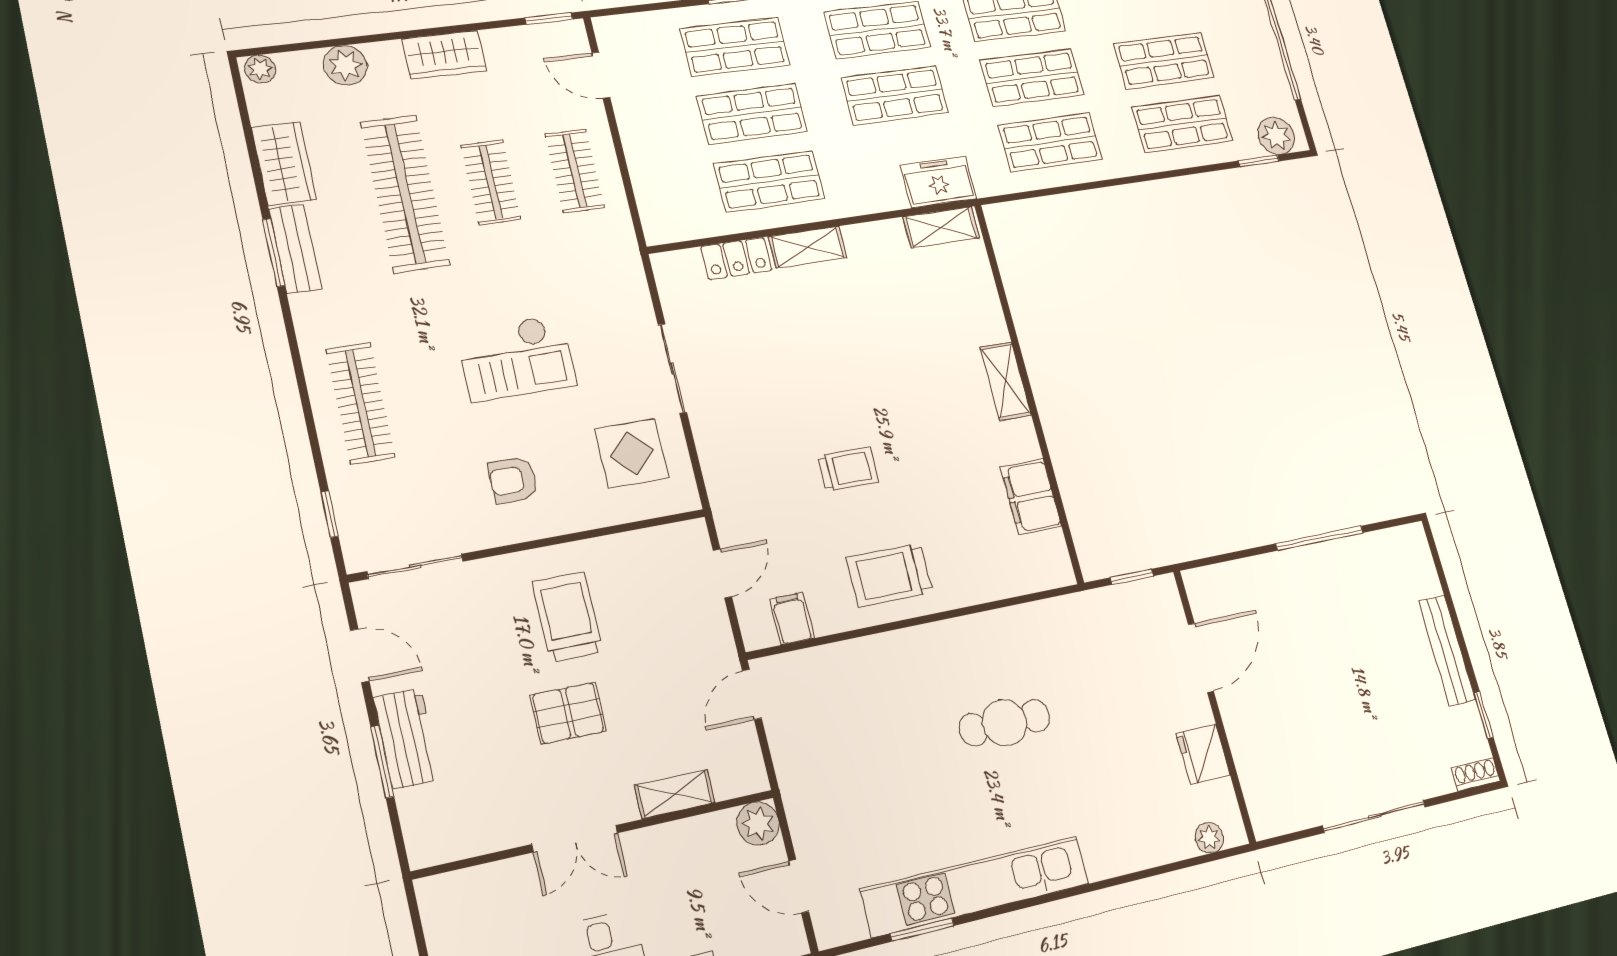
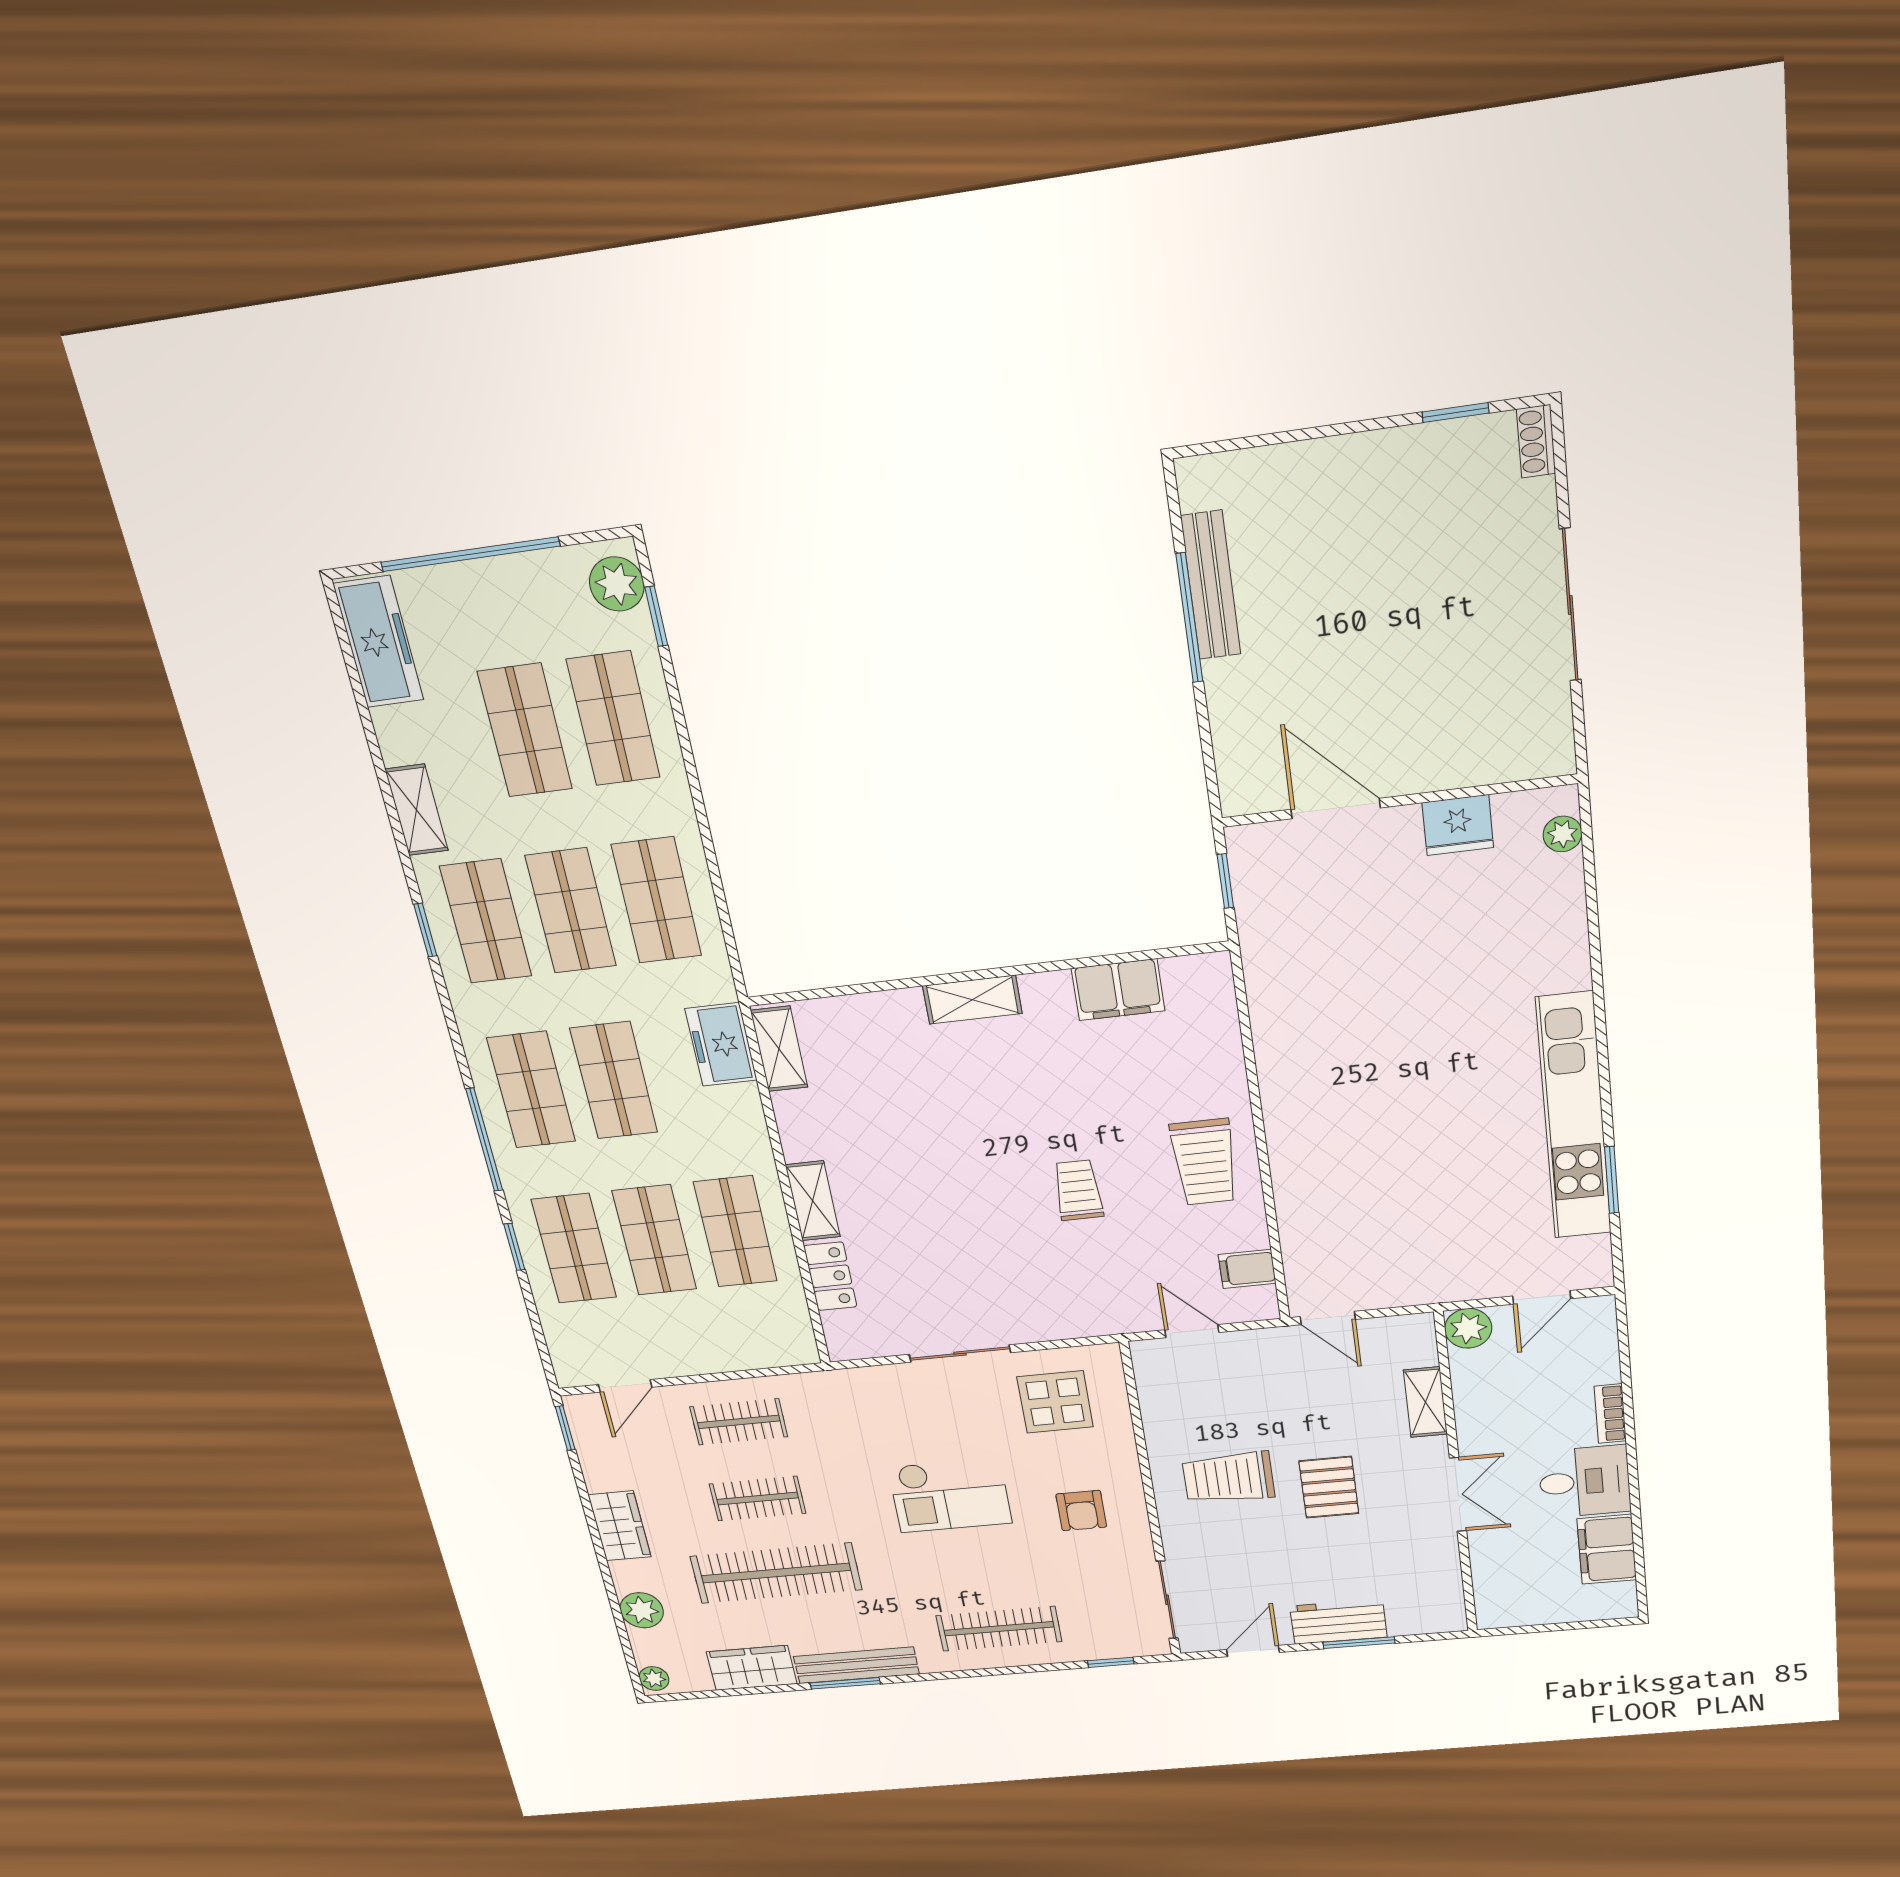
bench: (295, 249) -> (856, 1665), width x1.36
checkout: (516, 358) -> (950, 1495), turned 90
bench: (1447, 650) -> (1211, 585), moved, turned 90
cafe table: (1005, 723) -> (1390, 1059), removed

